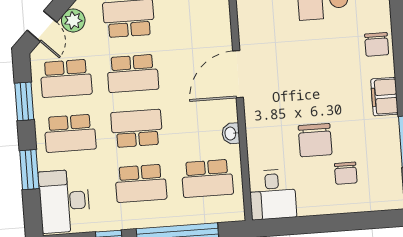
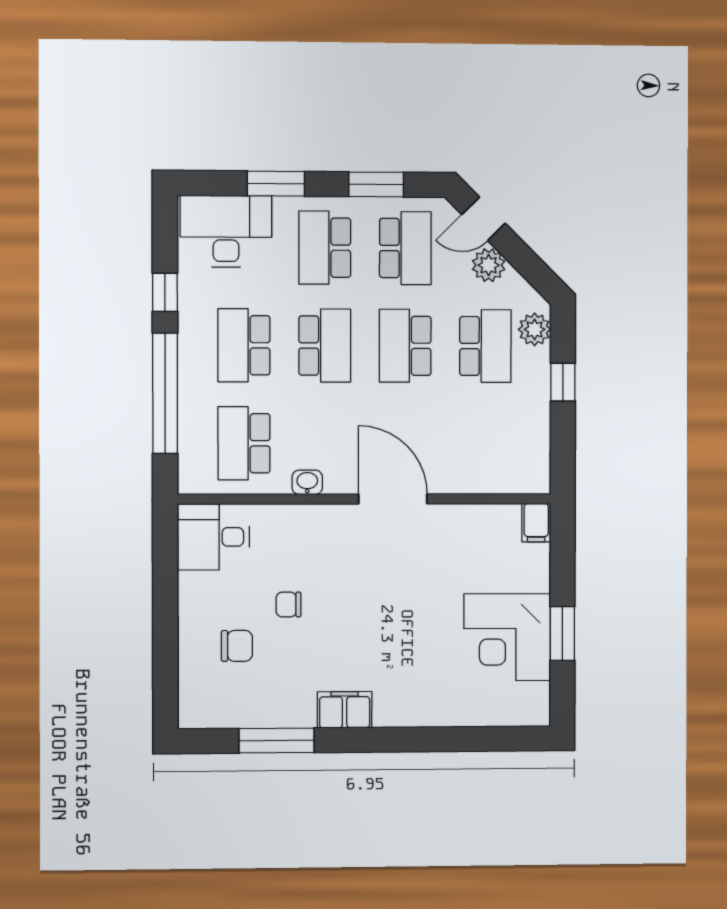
chair: (377, 44) -> (421, 703), removed
school desk: (66, 78) -> (405, 248), turned 180
chair: (315, 140) -> (289, 604), width x0.54, depth x0.54
chair: (346, 173) -> (237, 646), turned 180

